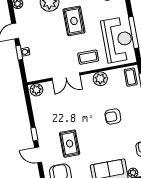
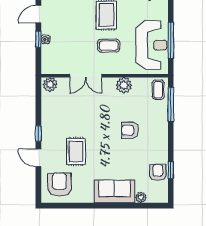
coffee table: (88, 57) -> (109, 46), moved

